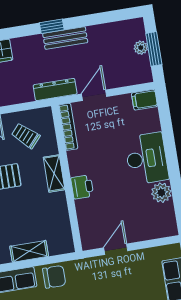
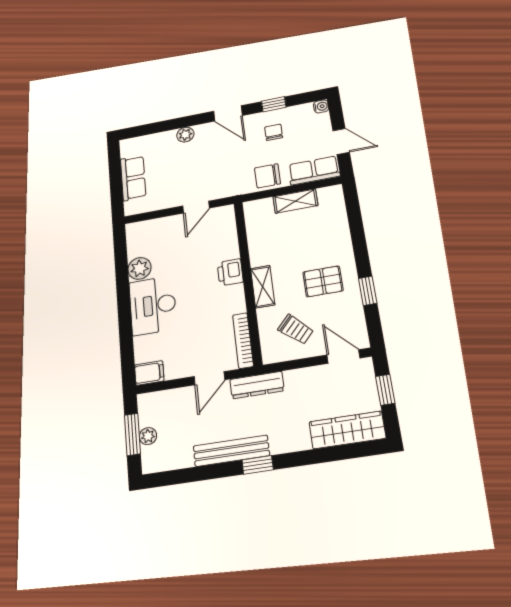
bench: (65, 38) -> (231, 451), width x1.36

